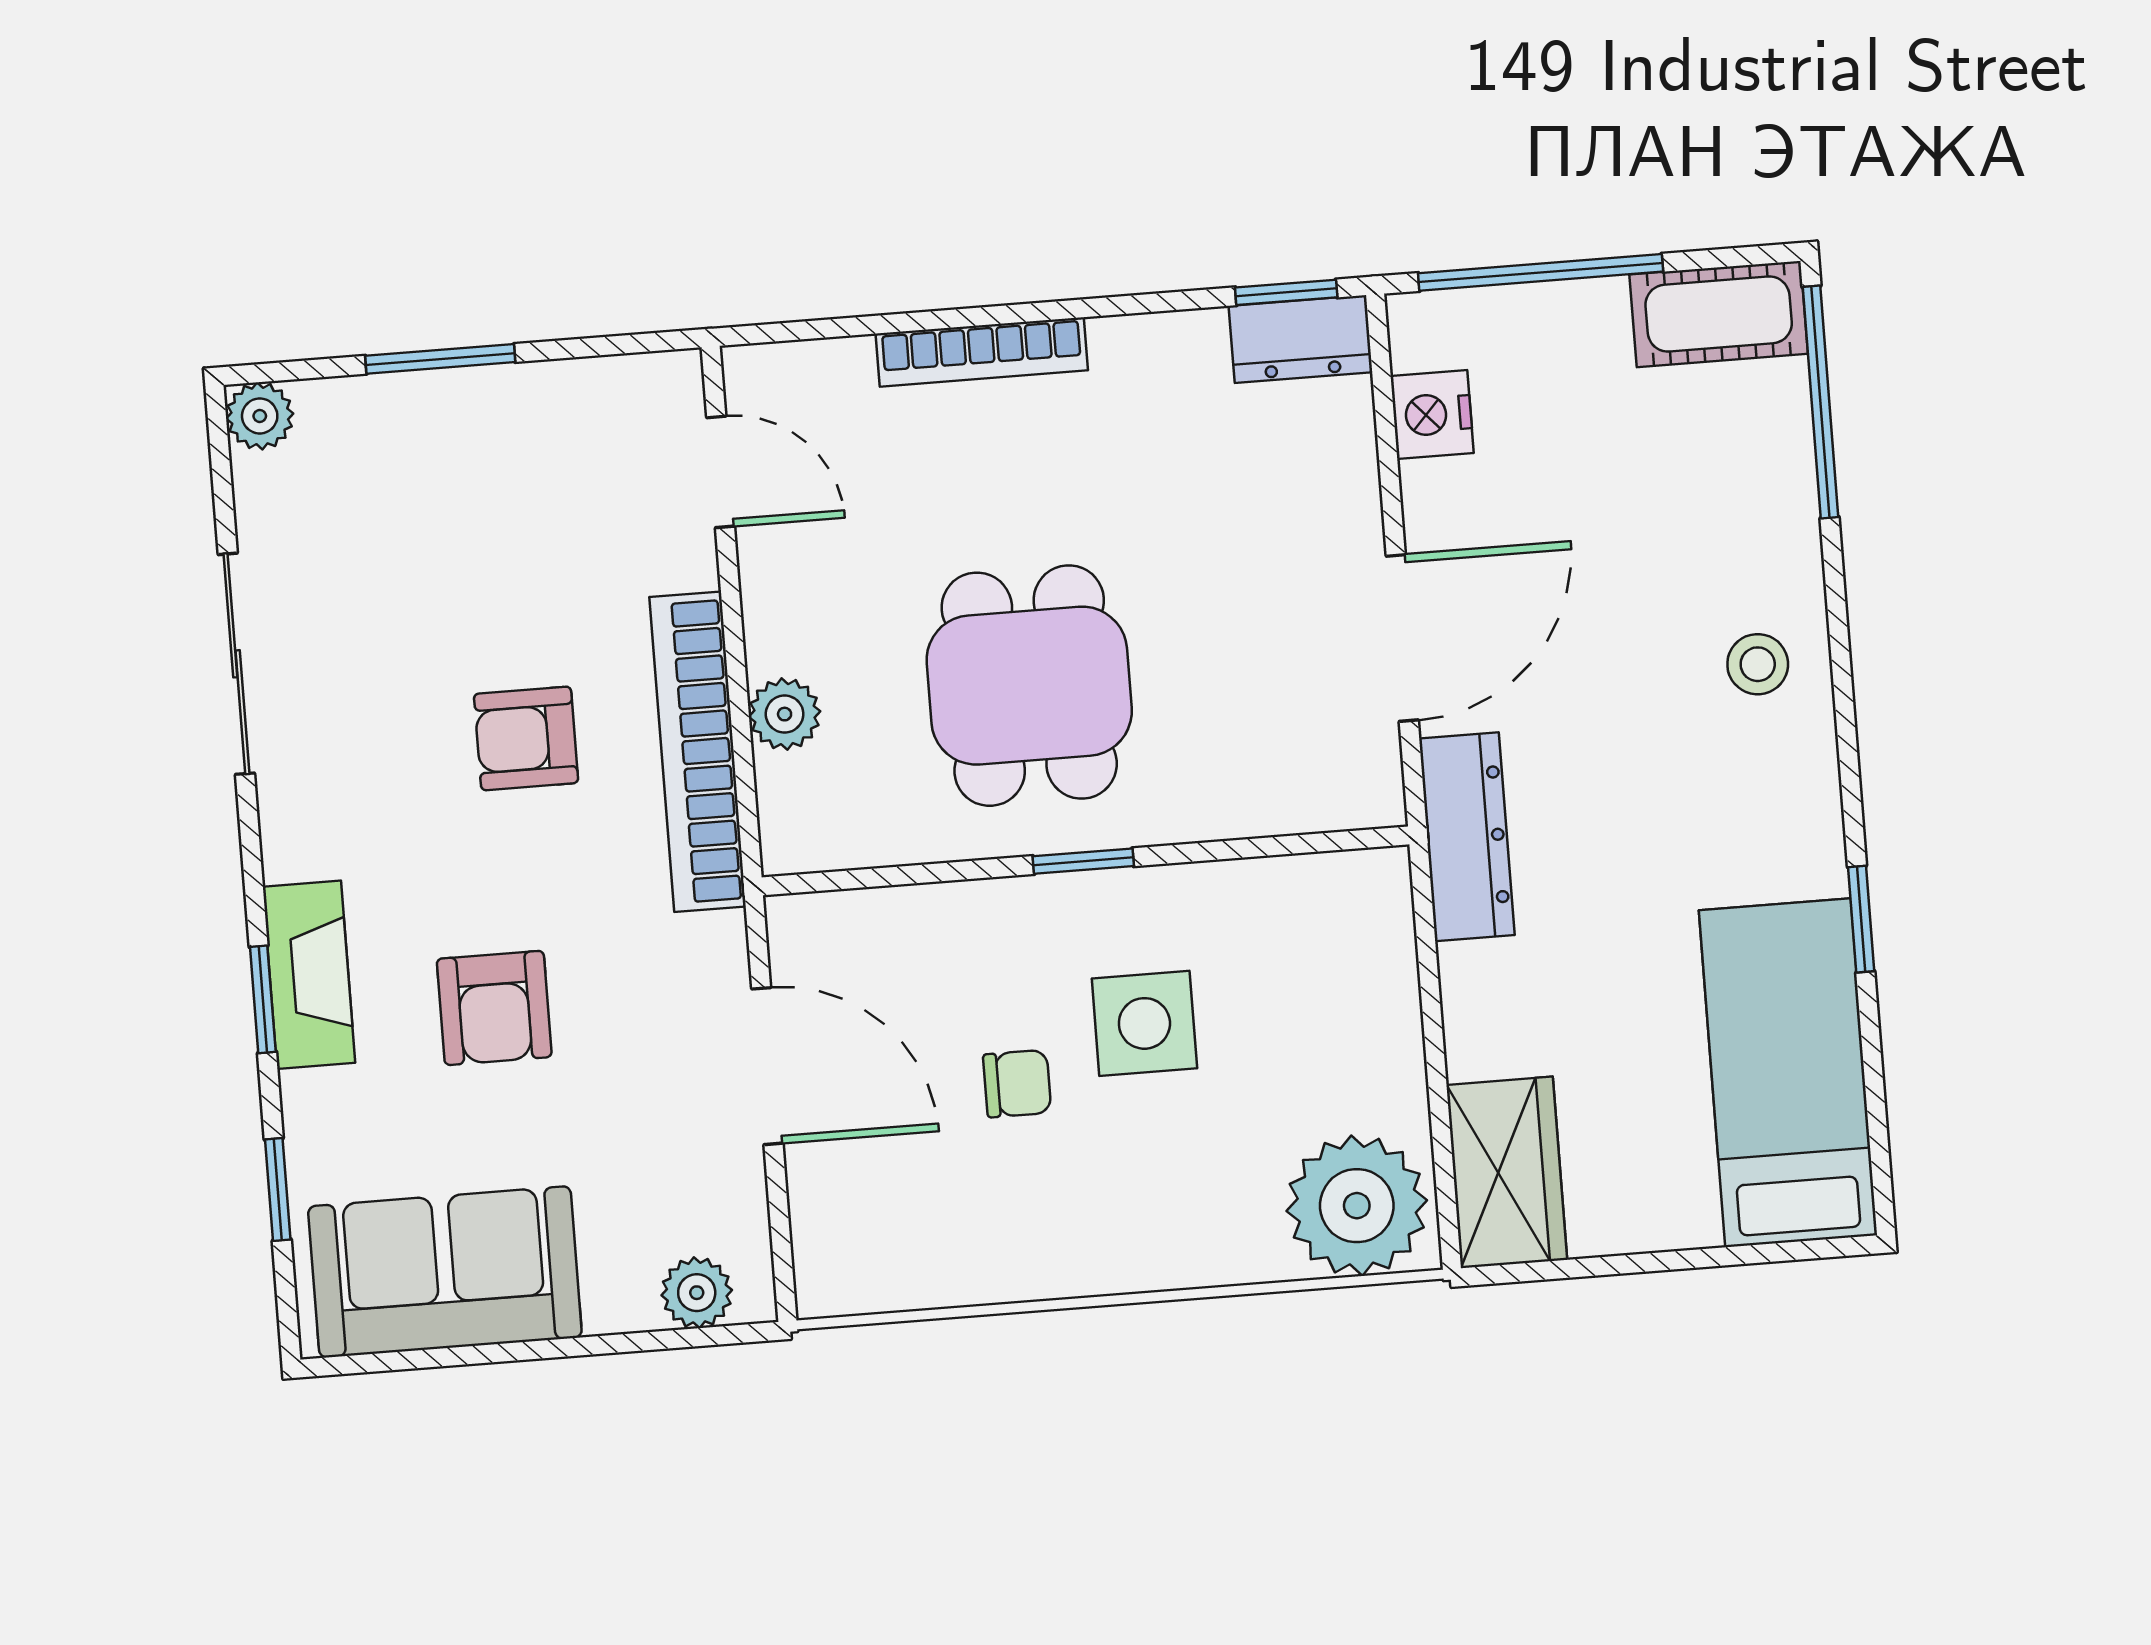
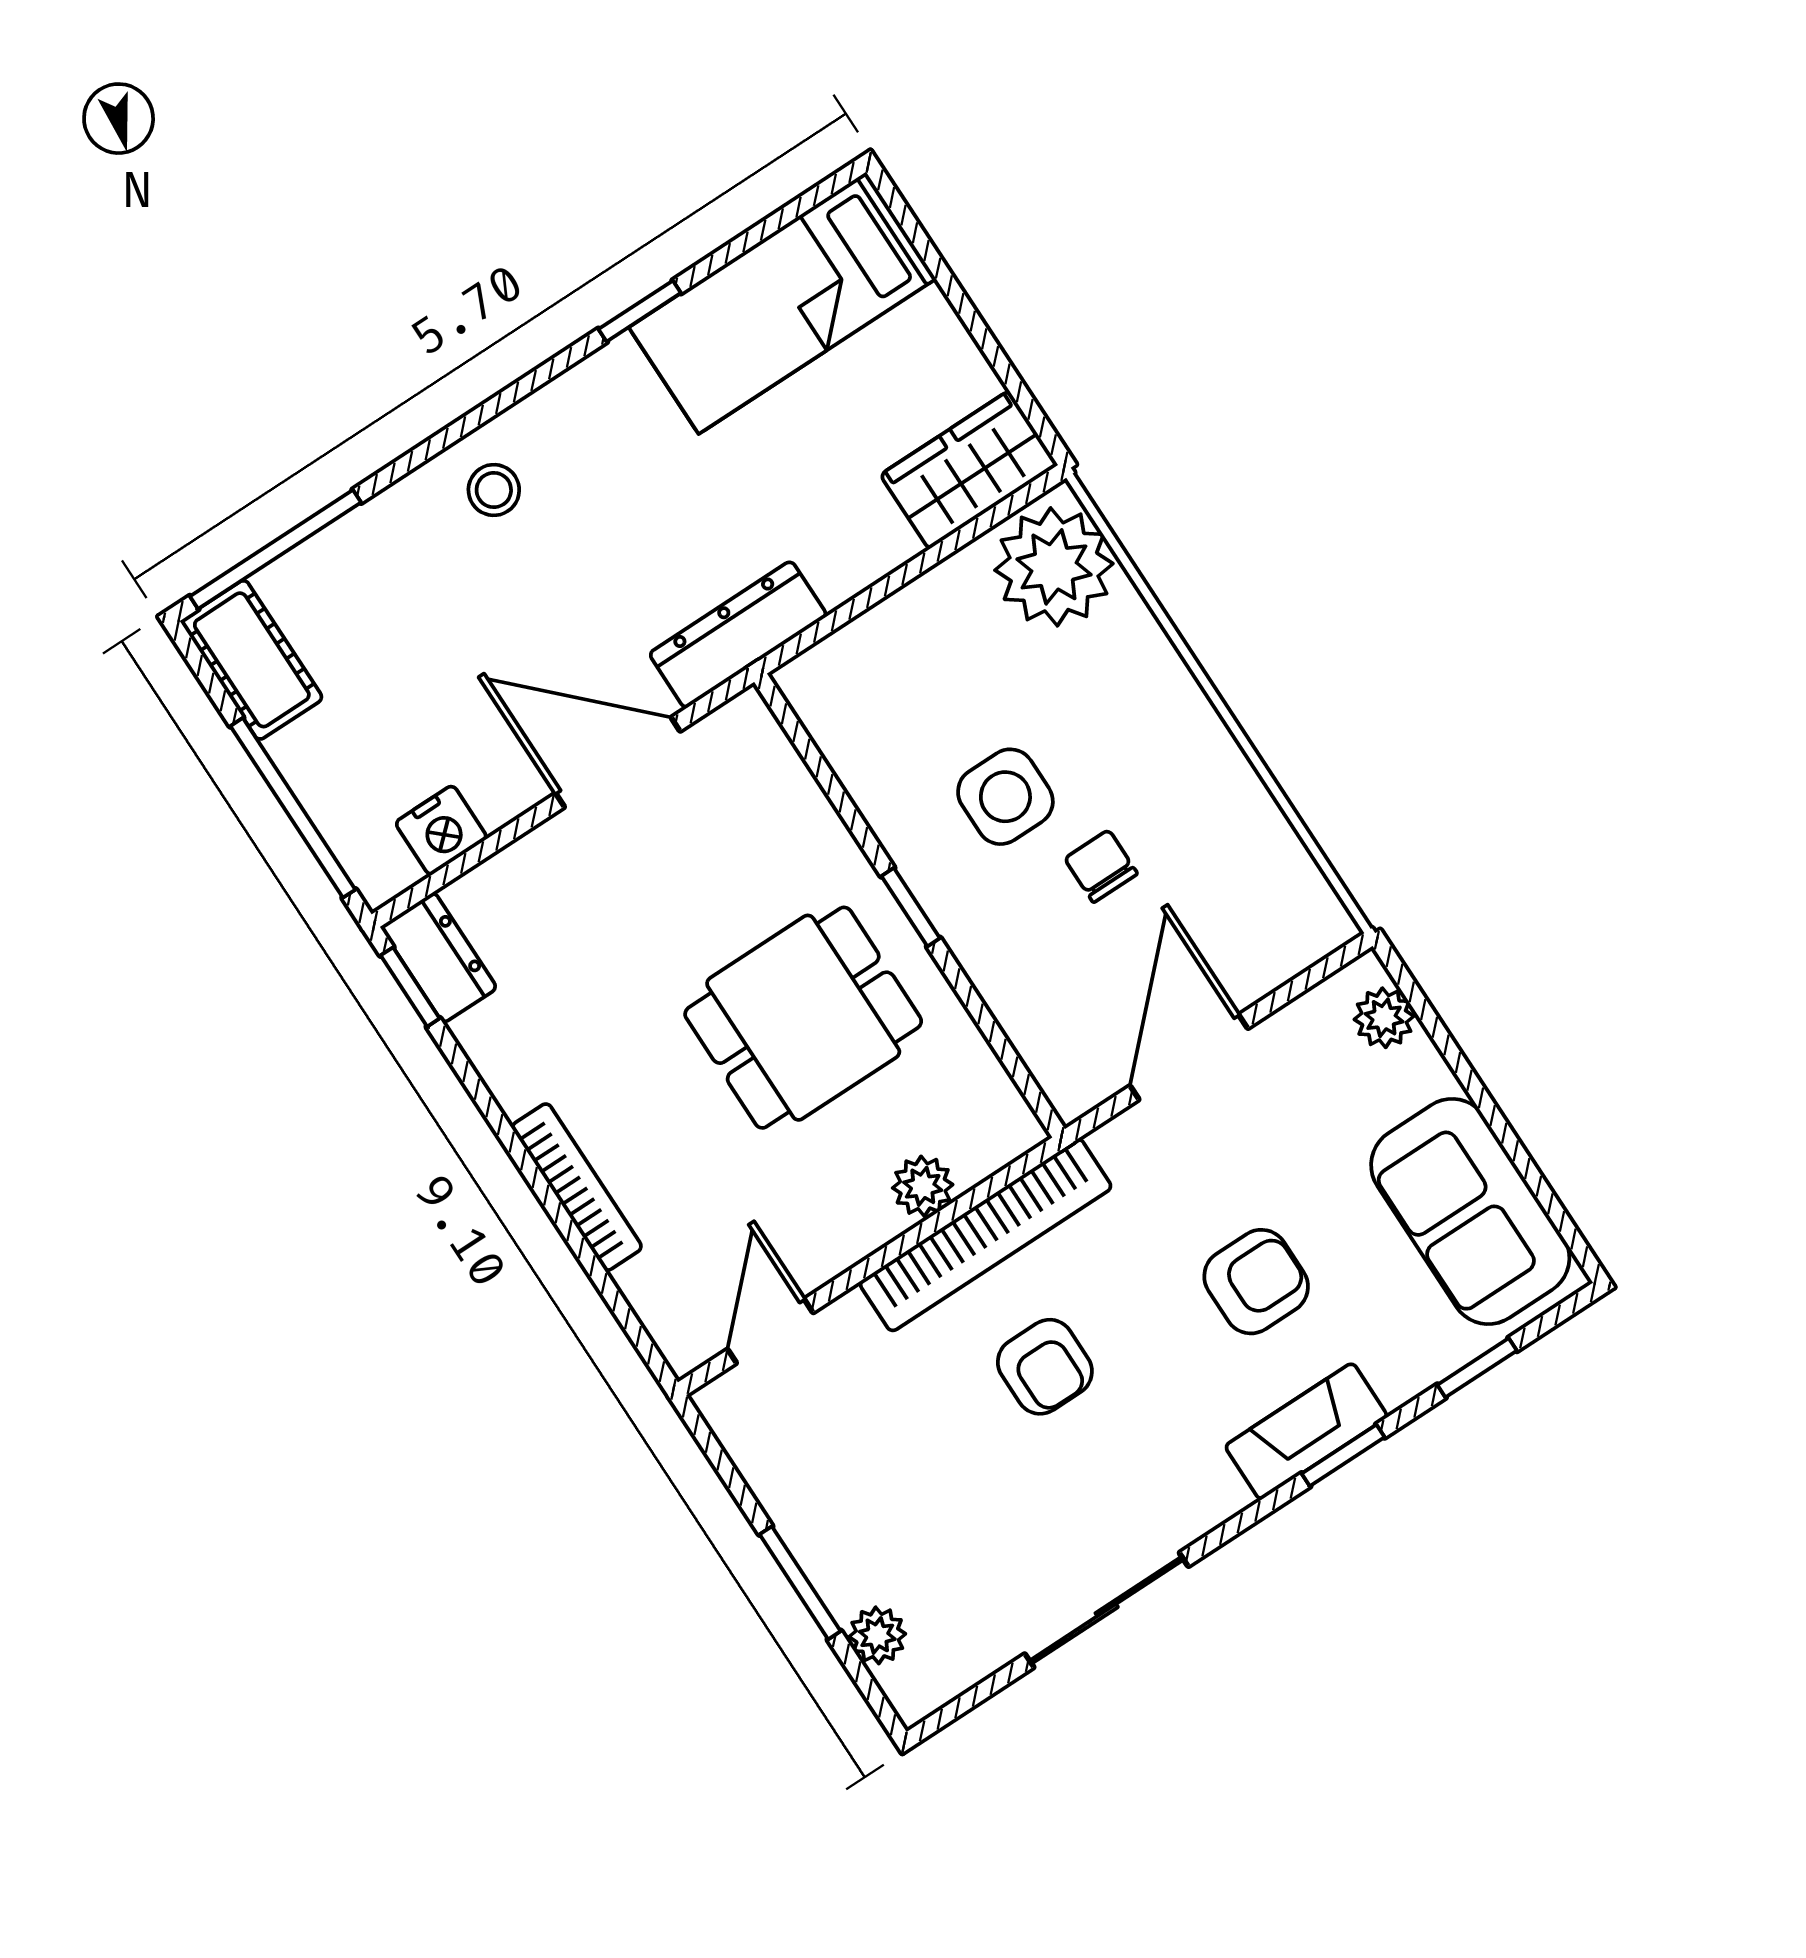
plant: (260, 416) -> (877, 1635), moved

